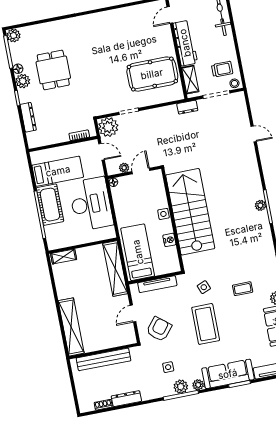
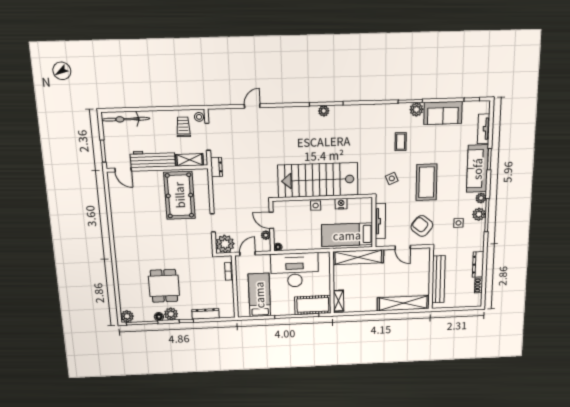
dining table: (53, 70) -> (164, 286), turned 90
cot: (50, 205) -> (313, 305), moved
coffee table: (206, 324) -> (427, 182), turned 90

